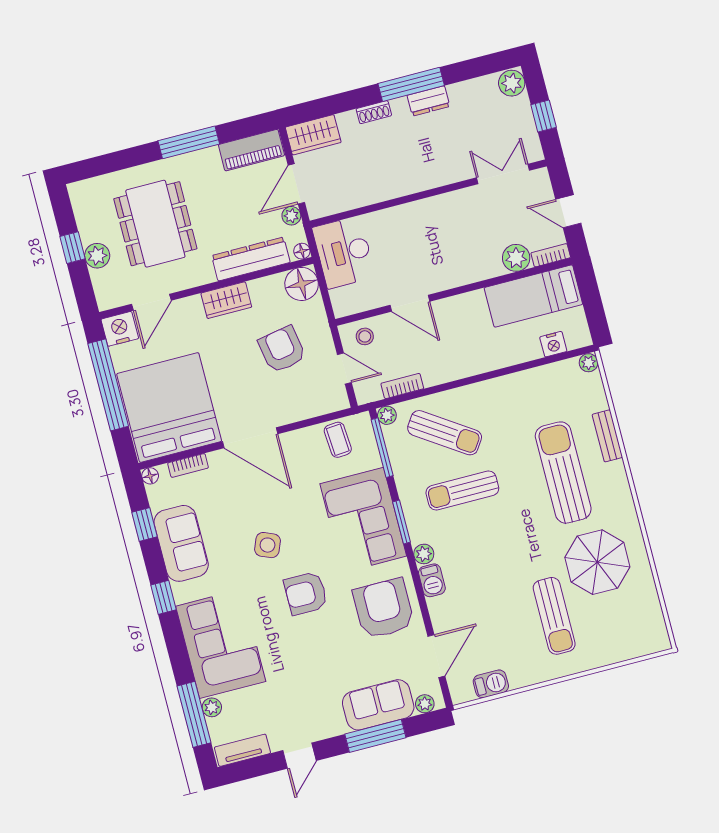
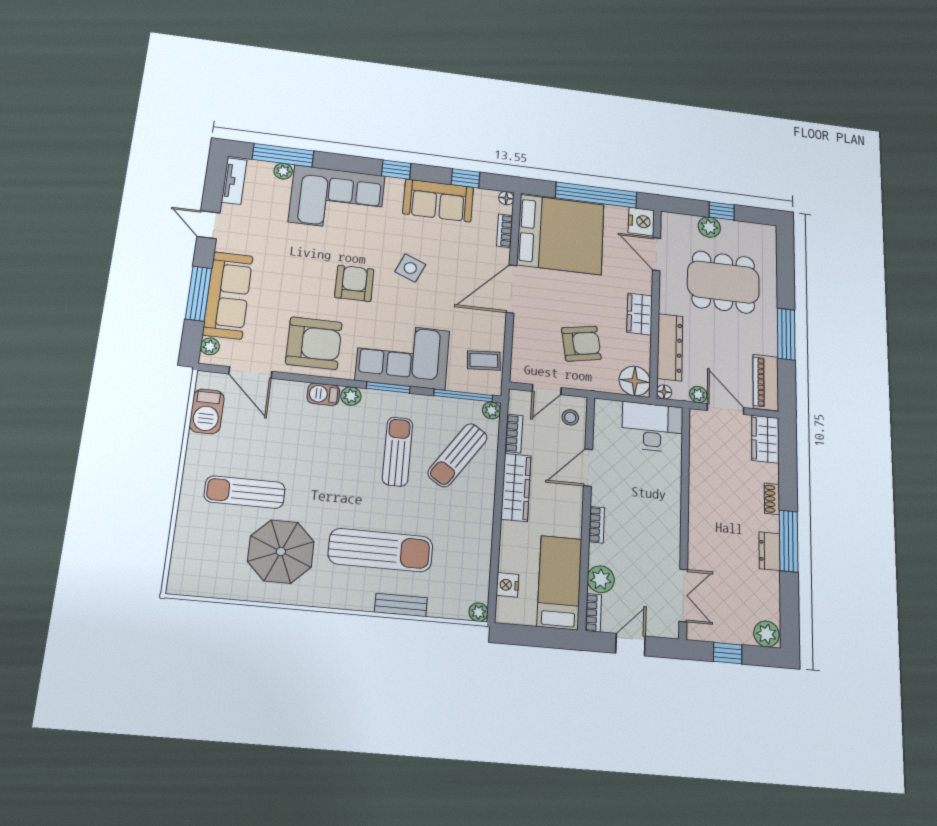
bookcase: (464, 278) -> (597, 525), added
wardrobe: (456, 367) -> (516, 487), added
barbecue: (491, 684) -> (207, 411), width x1.38, depth x1.27
sofa: (378, 705) -> (228, 295), width x1.36

